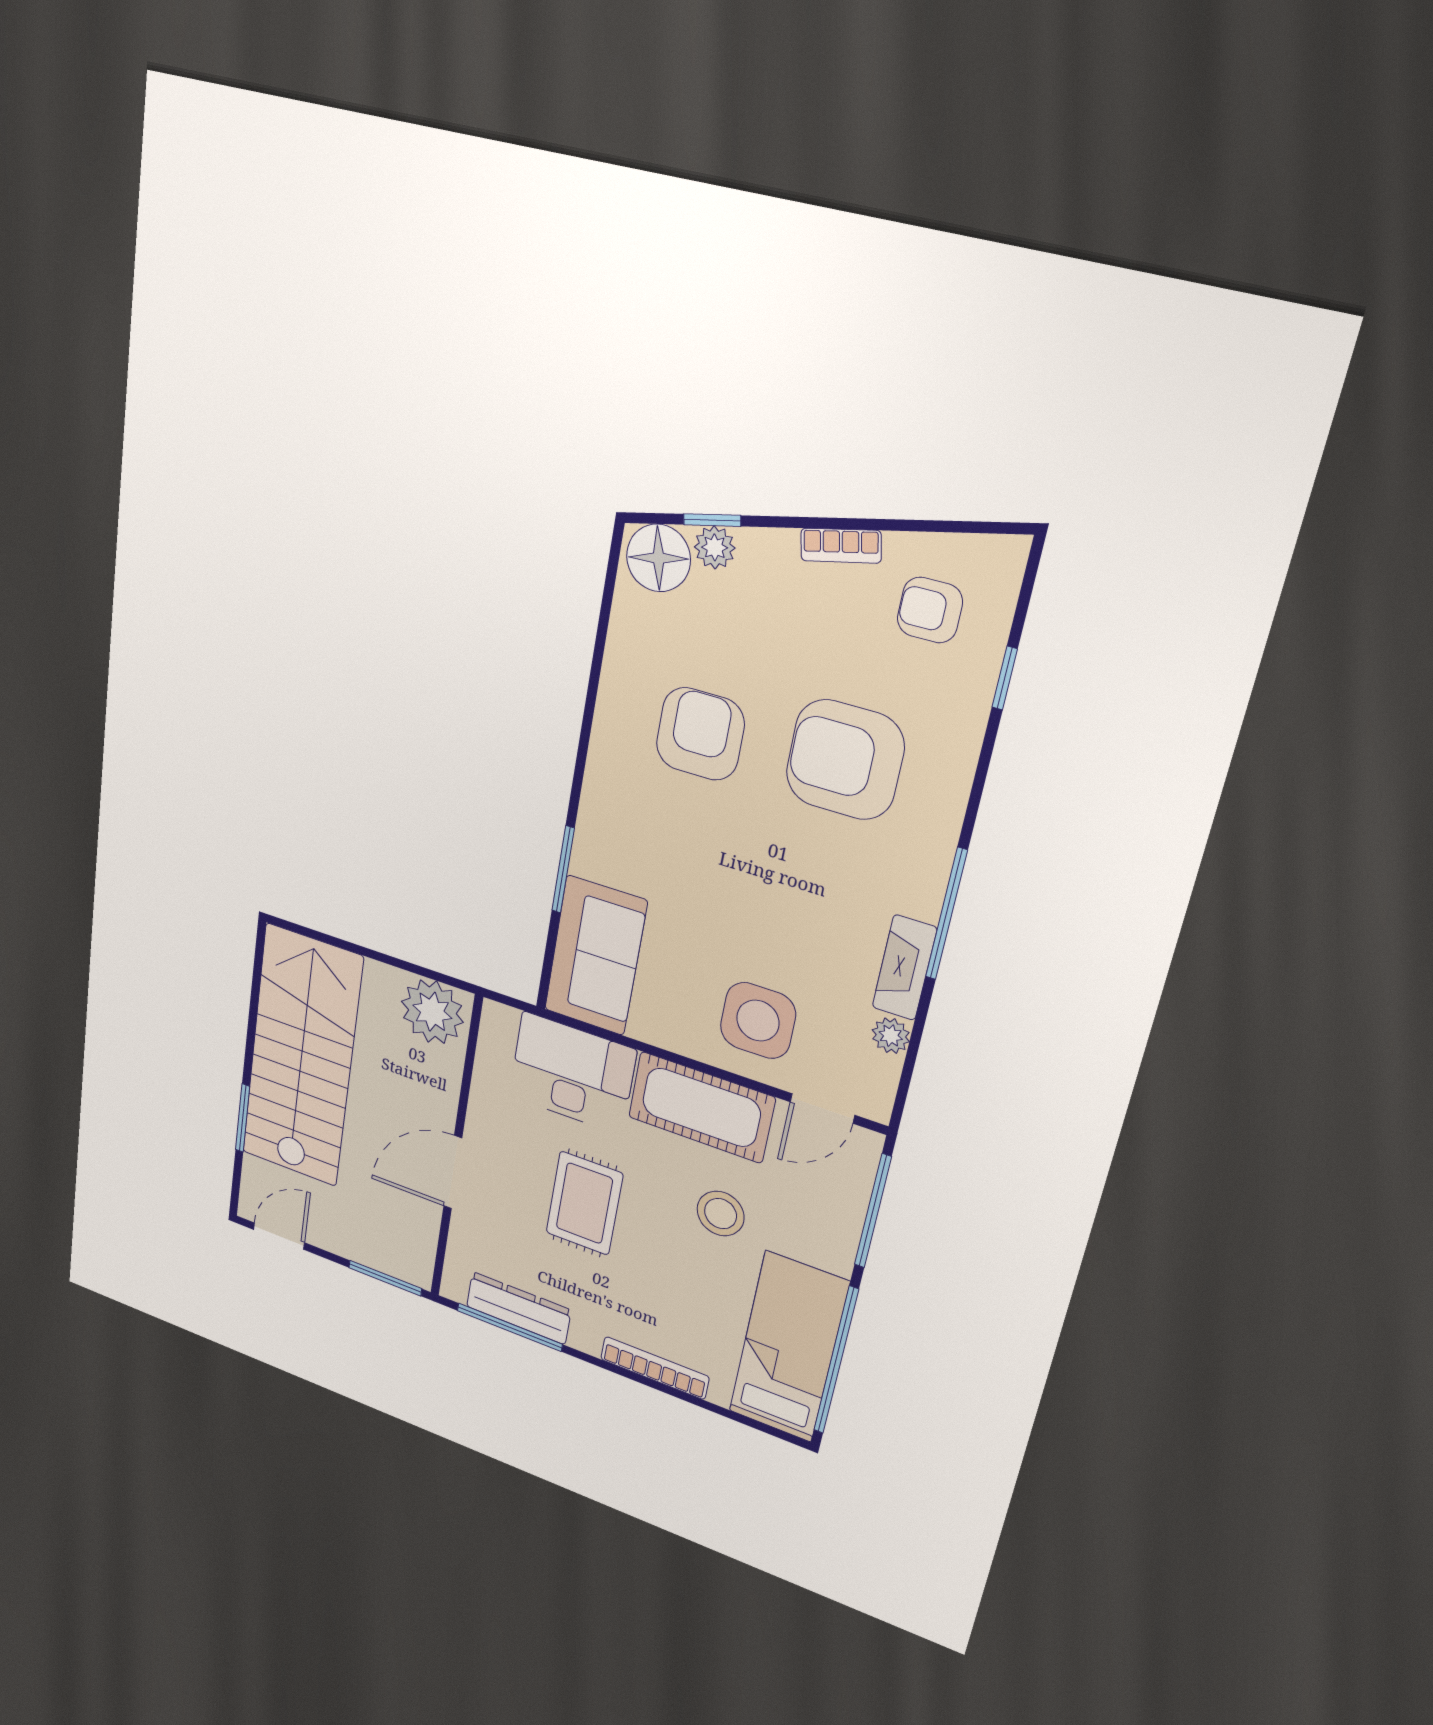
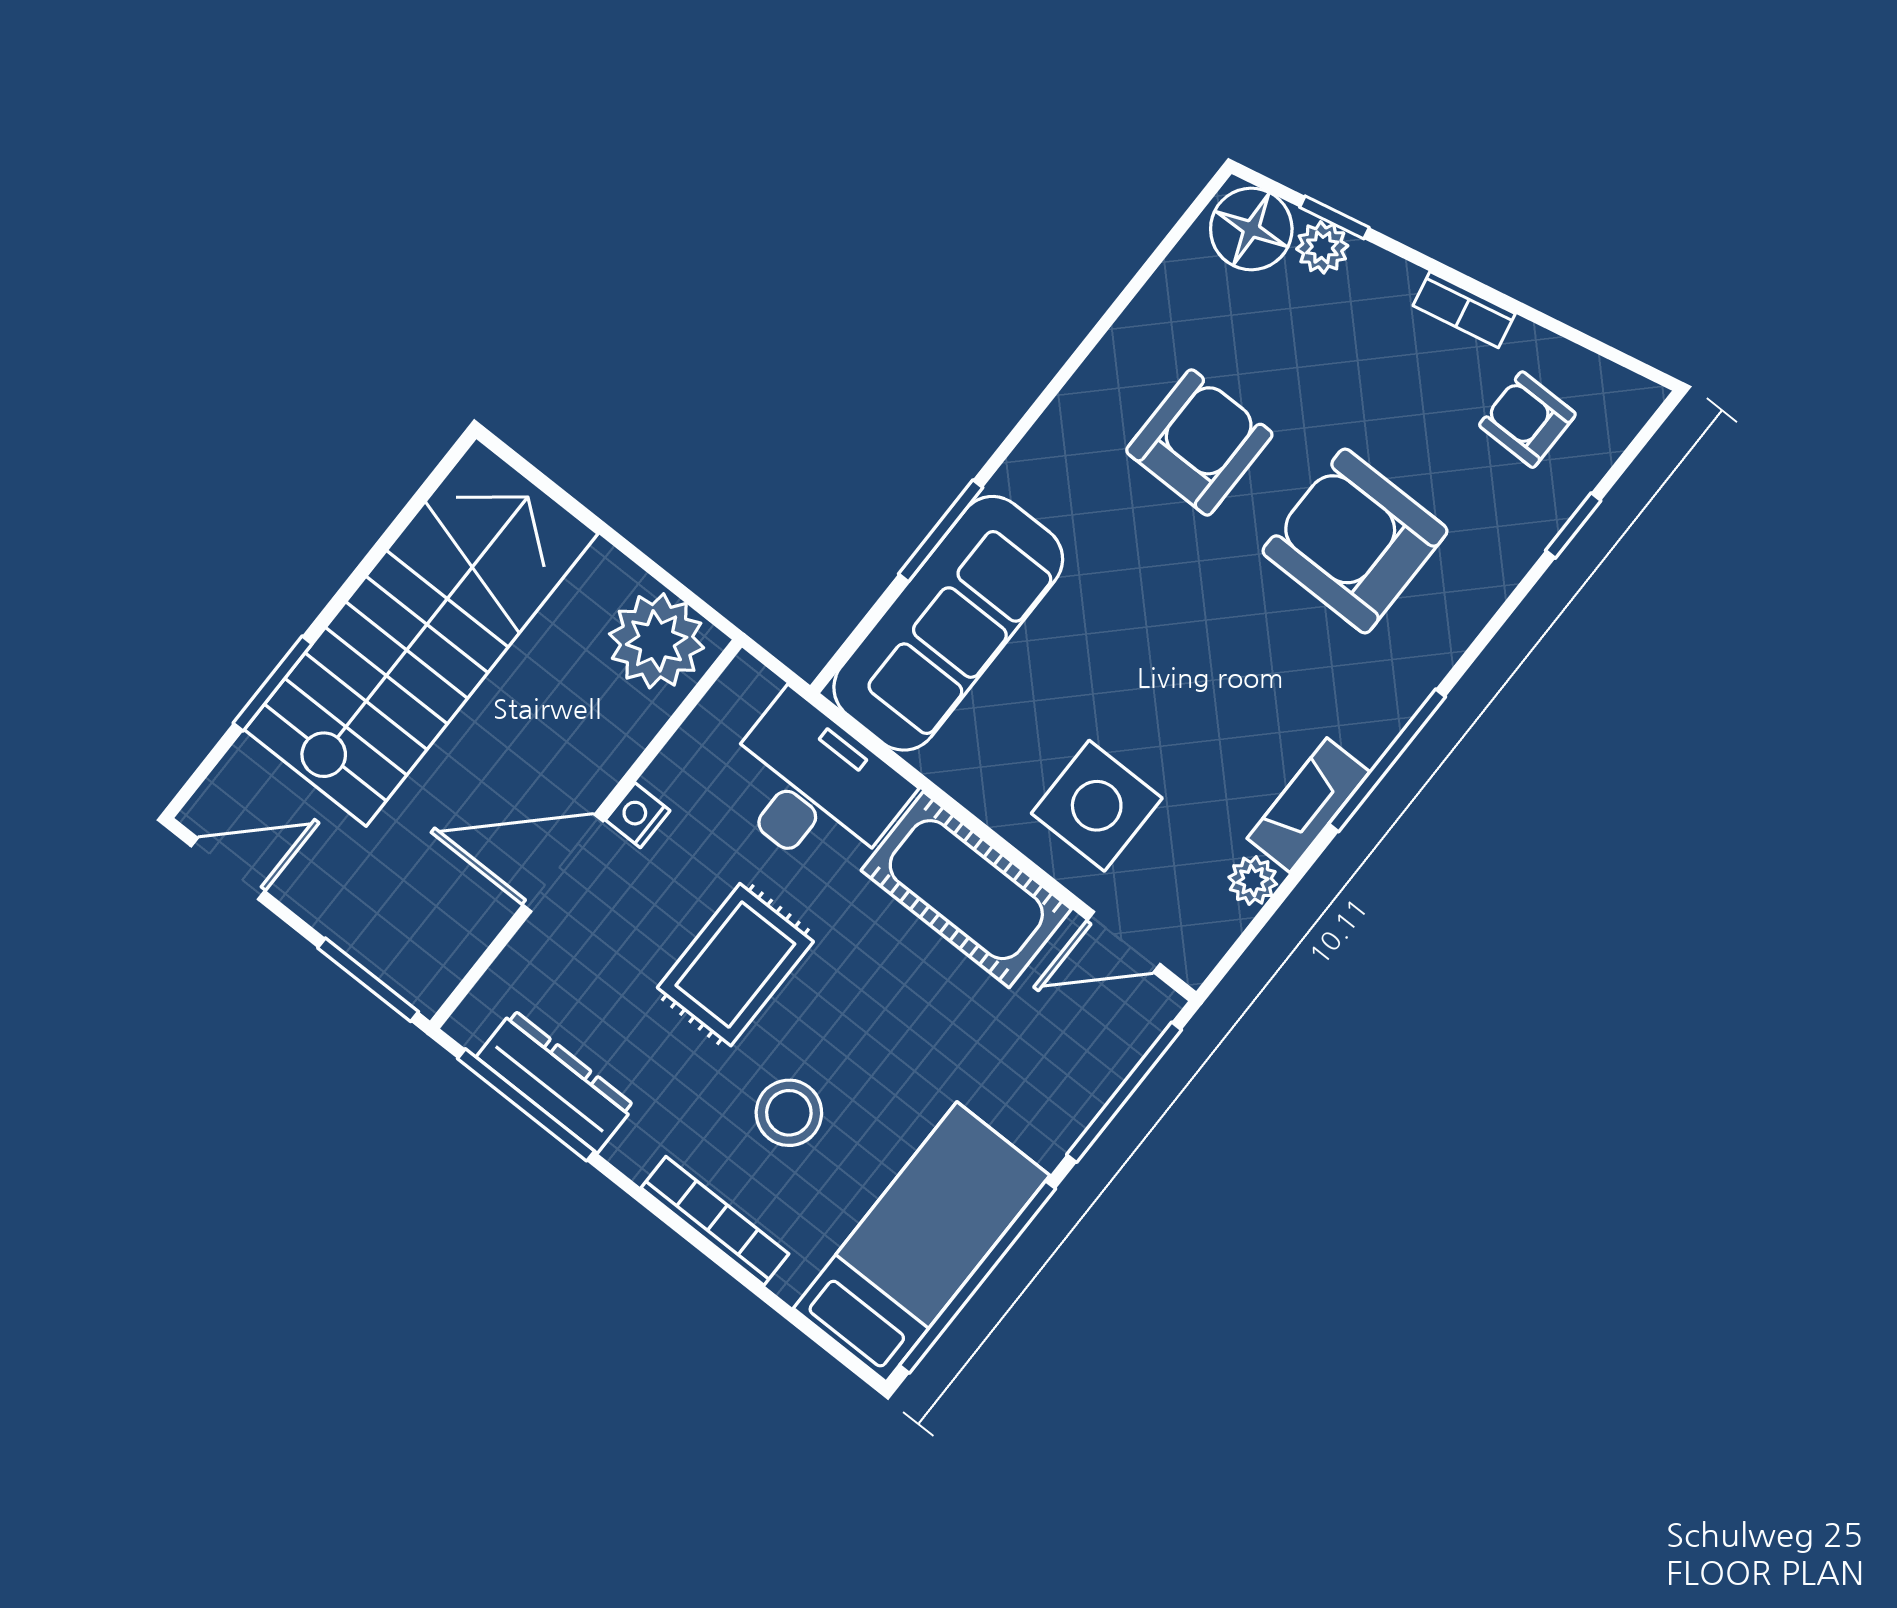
sofa: (595, 956) -> (948, 623), width x1.36
nightstand: (479, 1127) -> (638, 815), added
stool: (721, 1214) -> (789, 1113), moved

